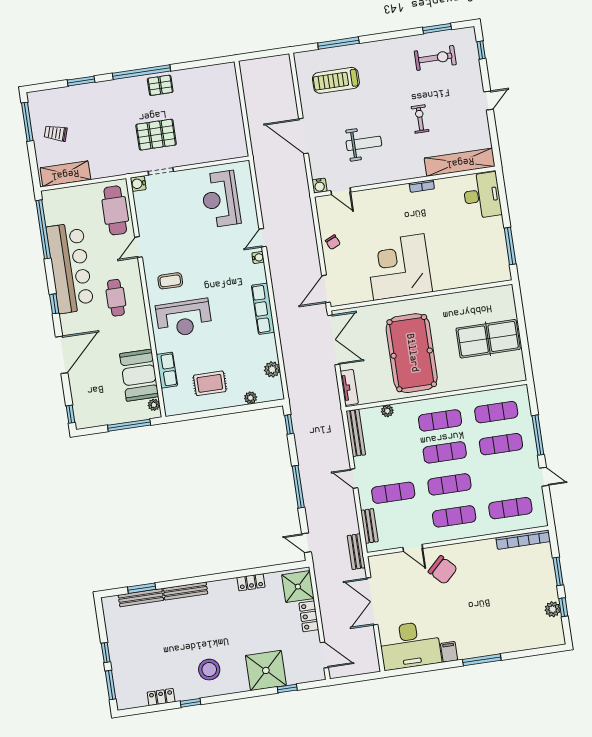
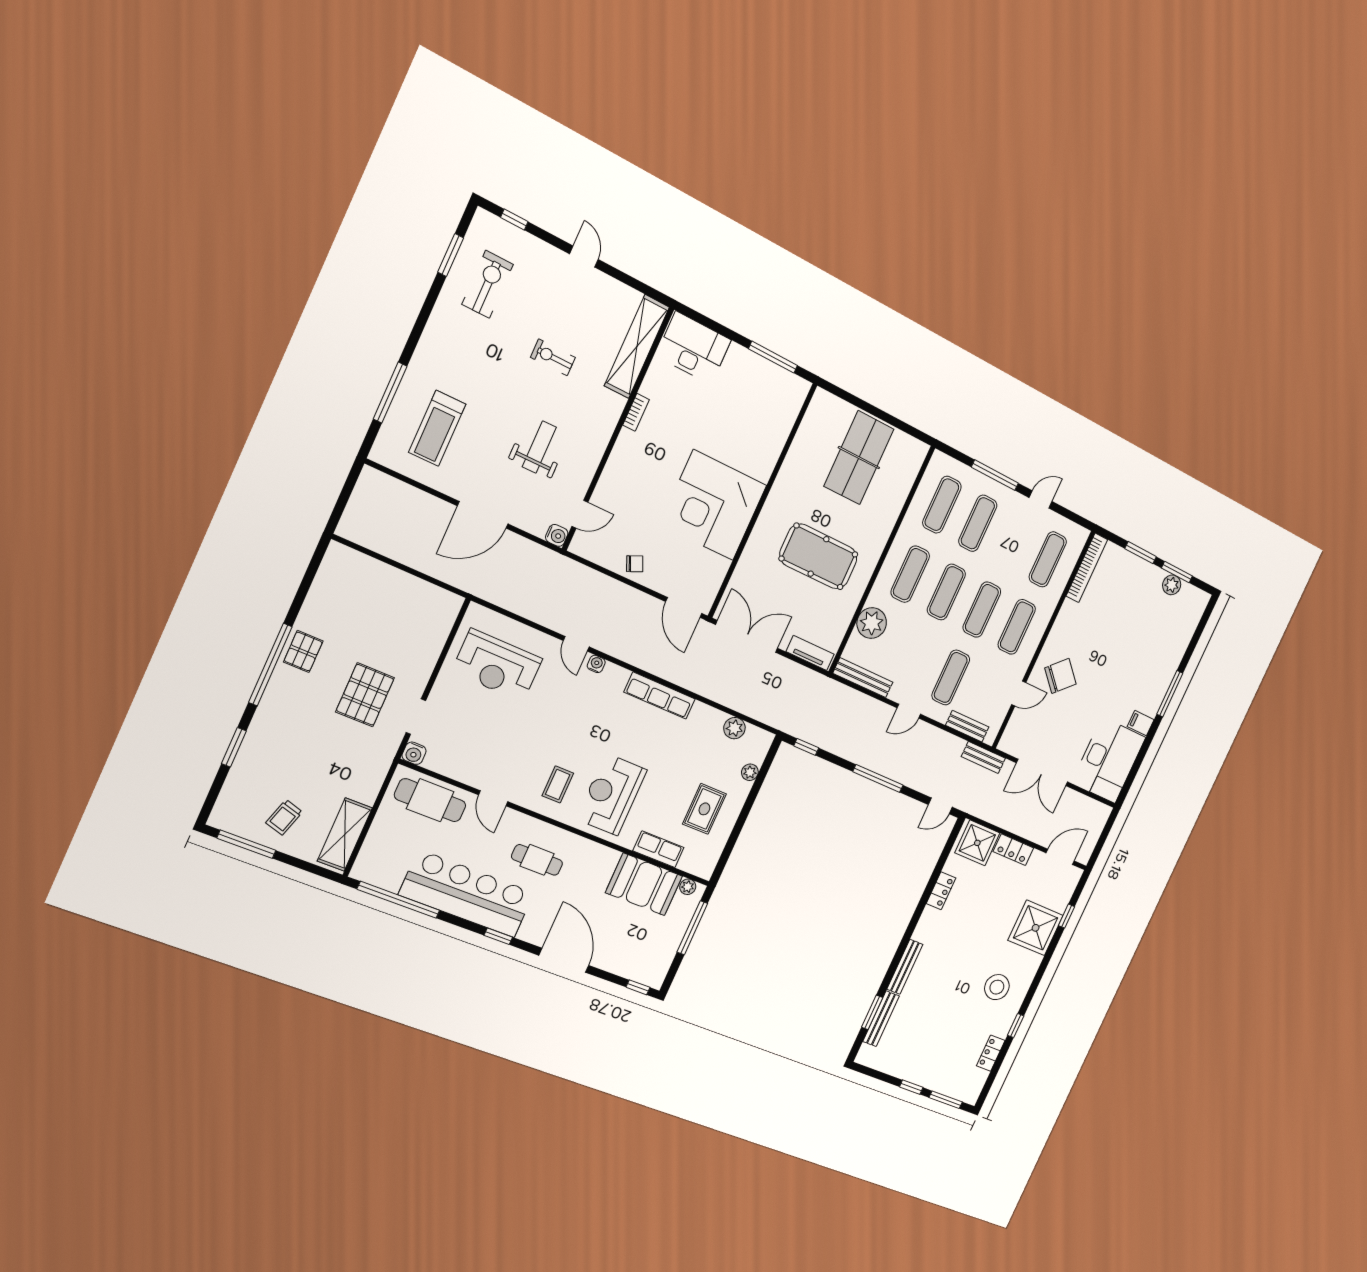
reception desk: (184, 318) -> (612, 795), turned 180
pool table: (412, 353) -> (818, 556), width x0.73, depth x0.76
plant: (387, 411) -> (872, 623), width x1.88, depth x1.88
window: (563, 607) -> (1177, 572), width x1.50

